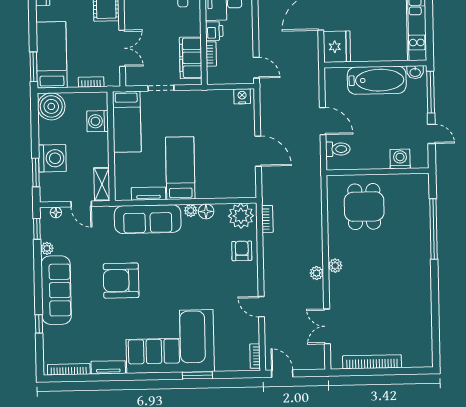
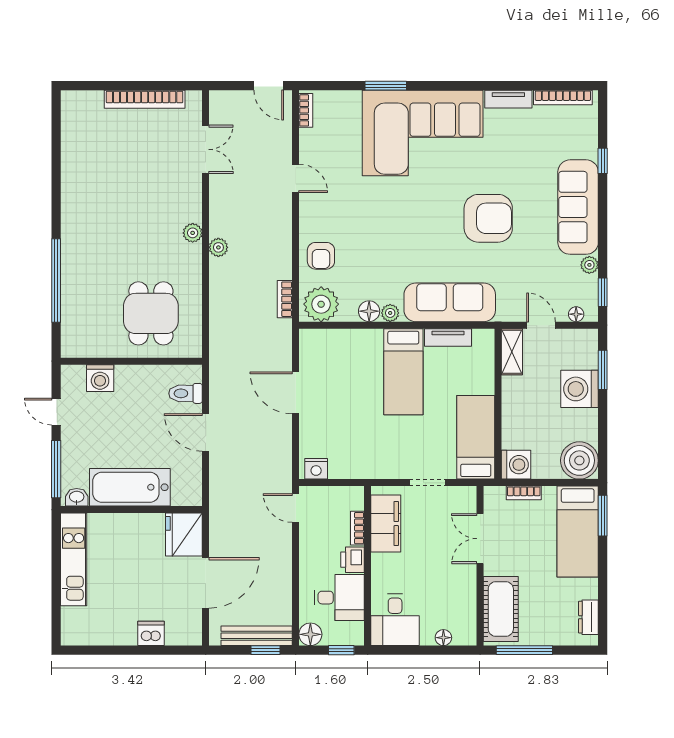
washing machine: (98, 121) -> (516, 465), moved
plant: (317, 273) -> (218, 247), moved

